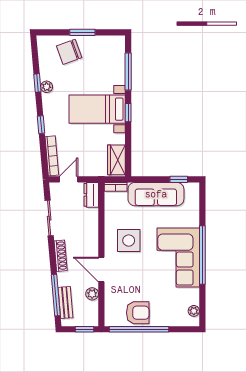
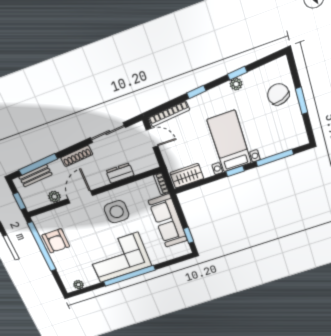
dresser: (91, 195) -> (120, 173), moved

